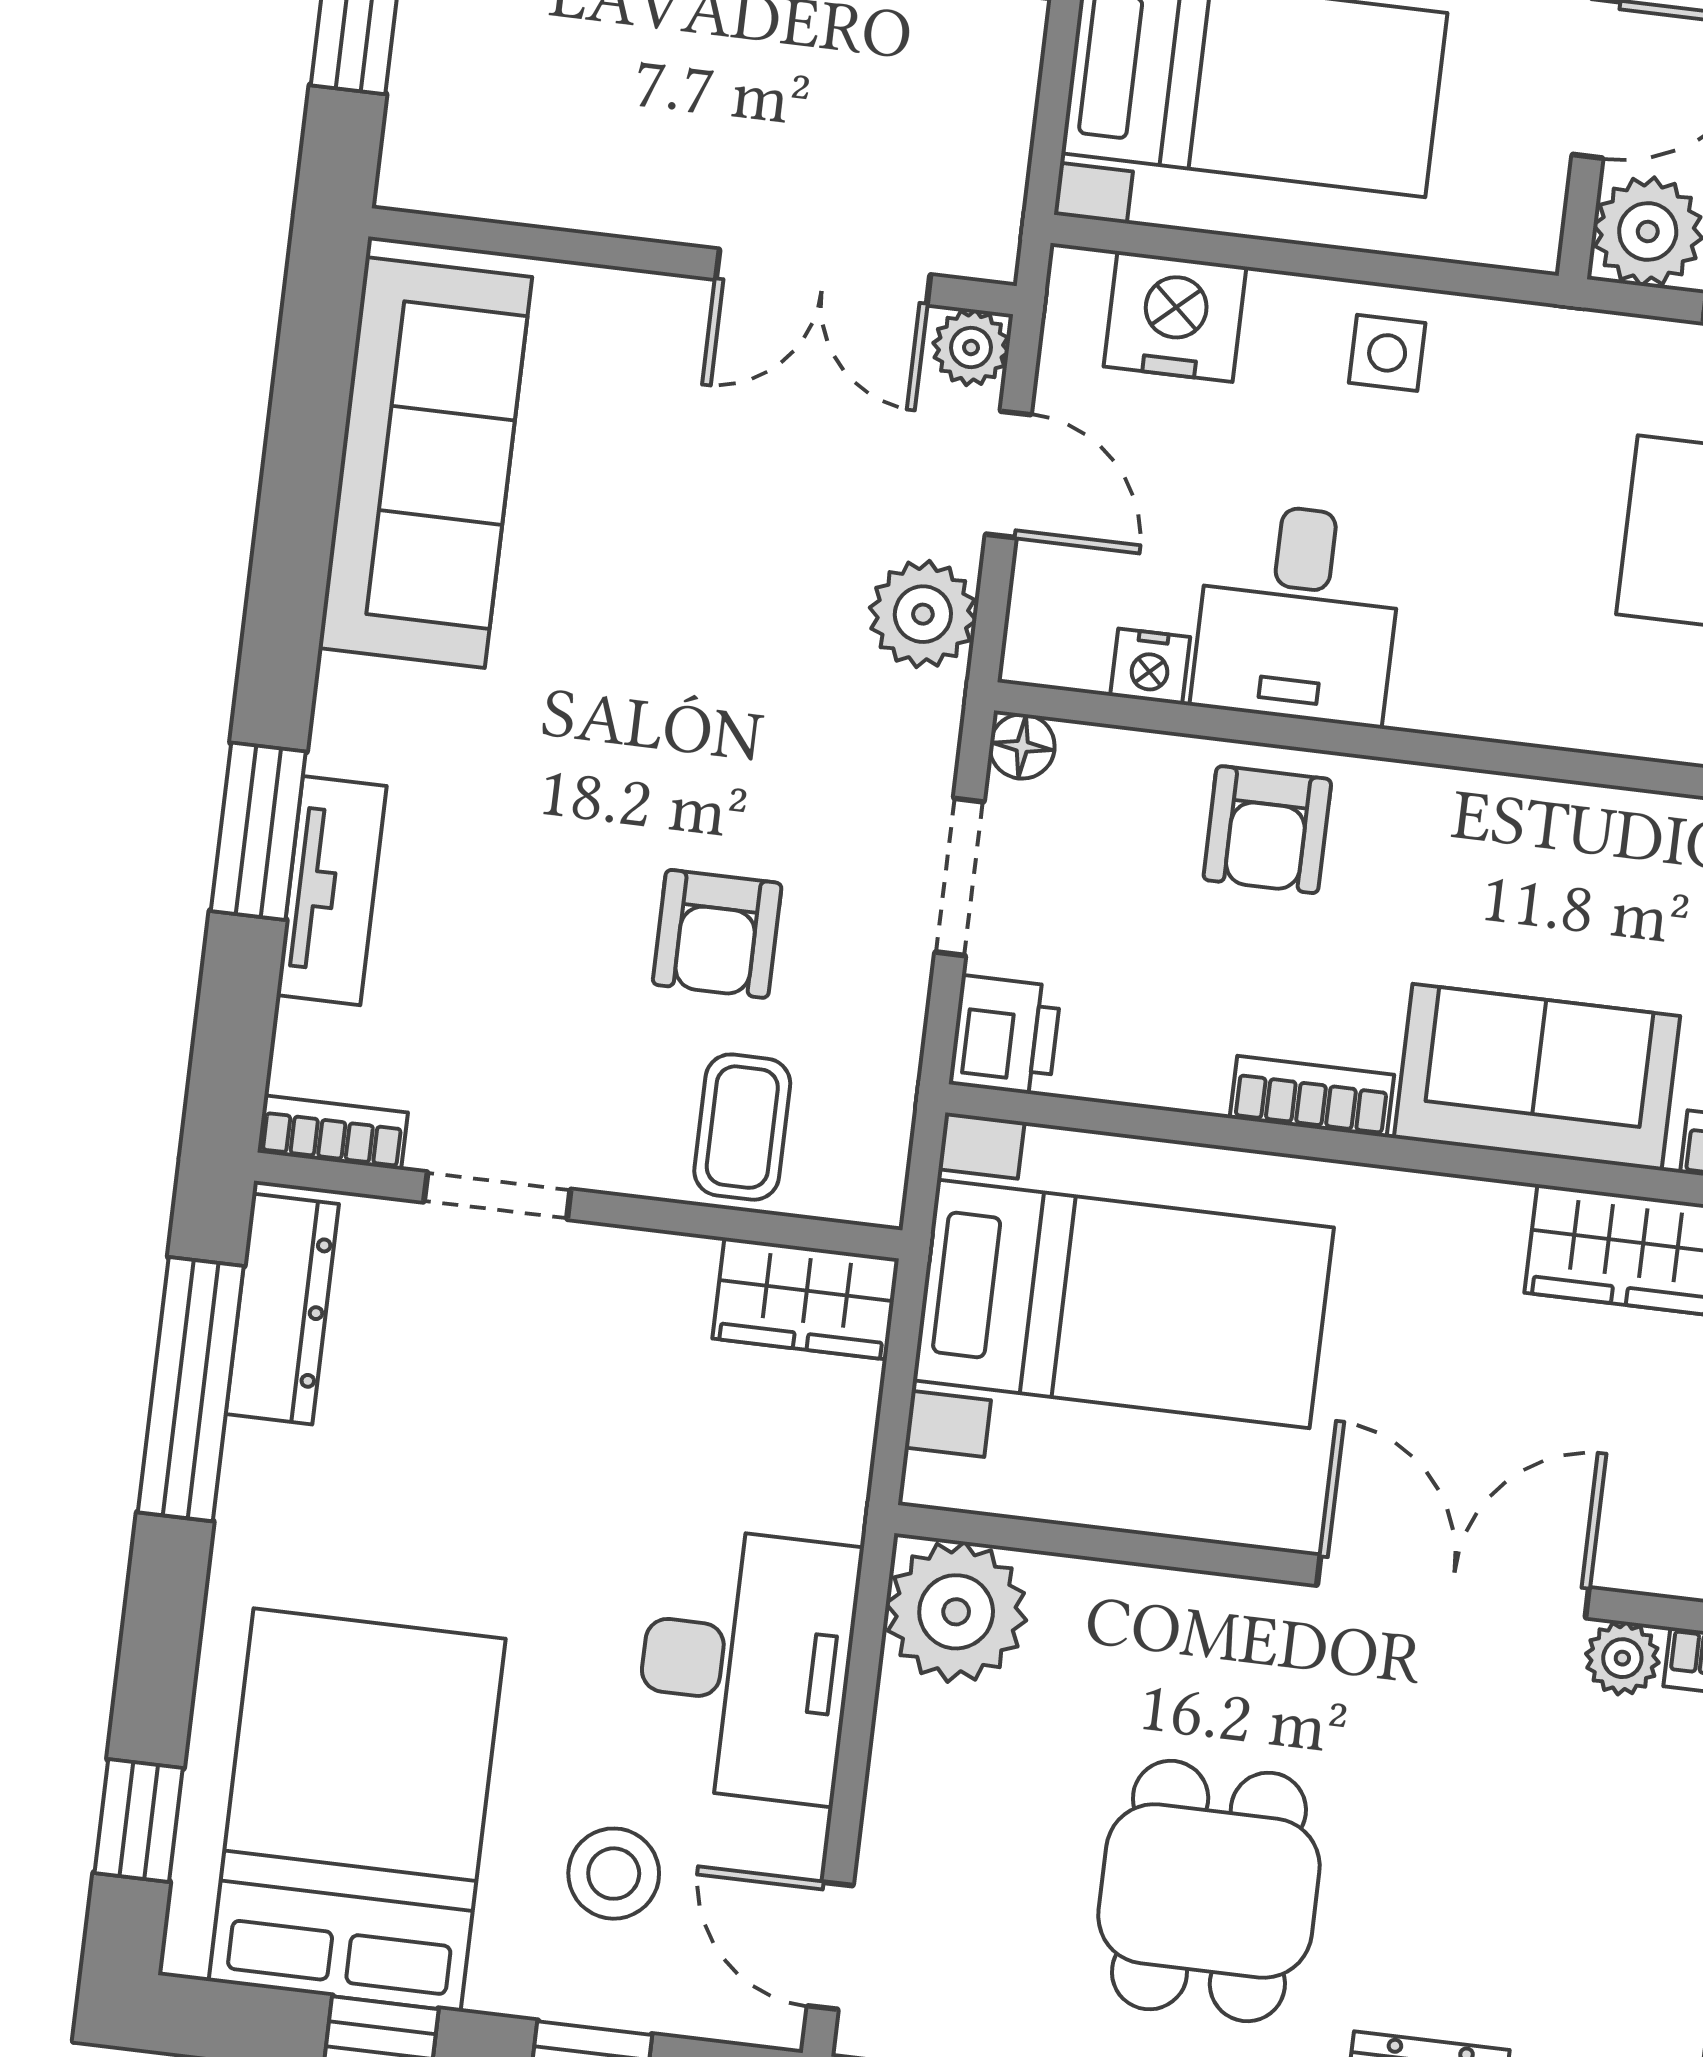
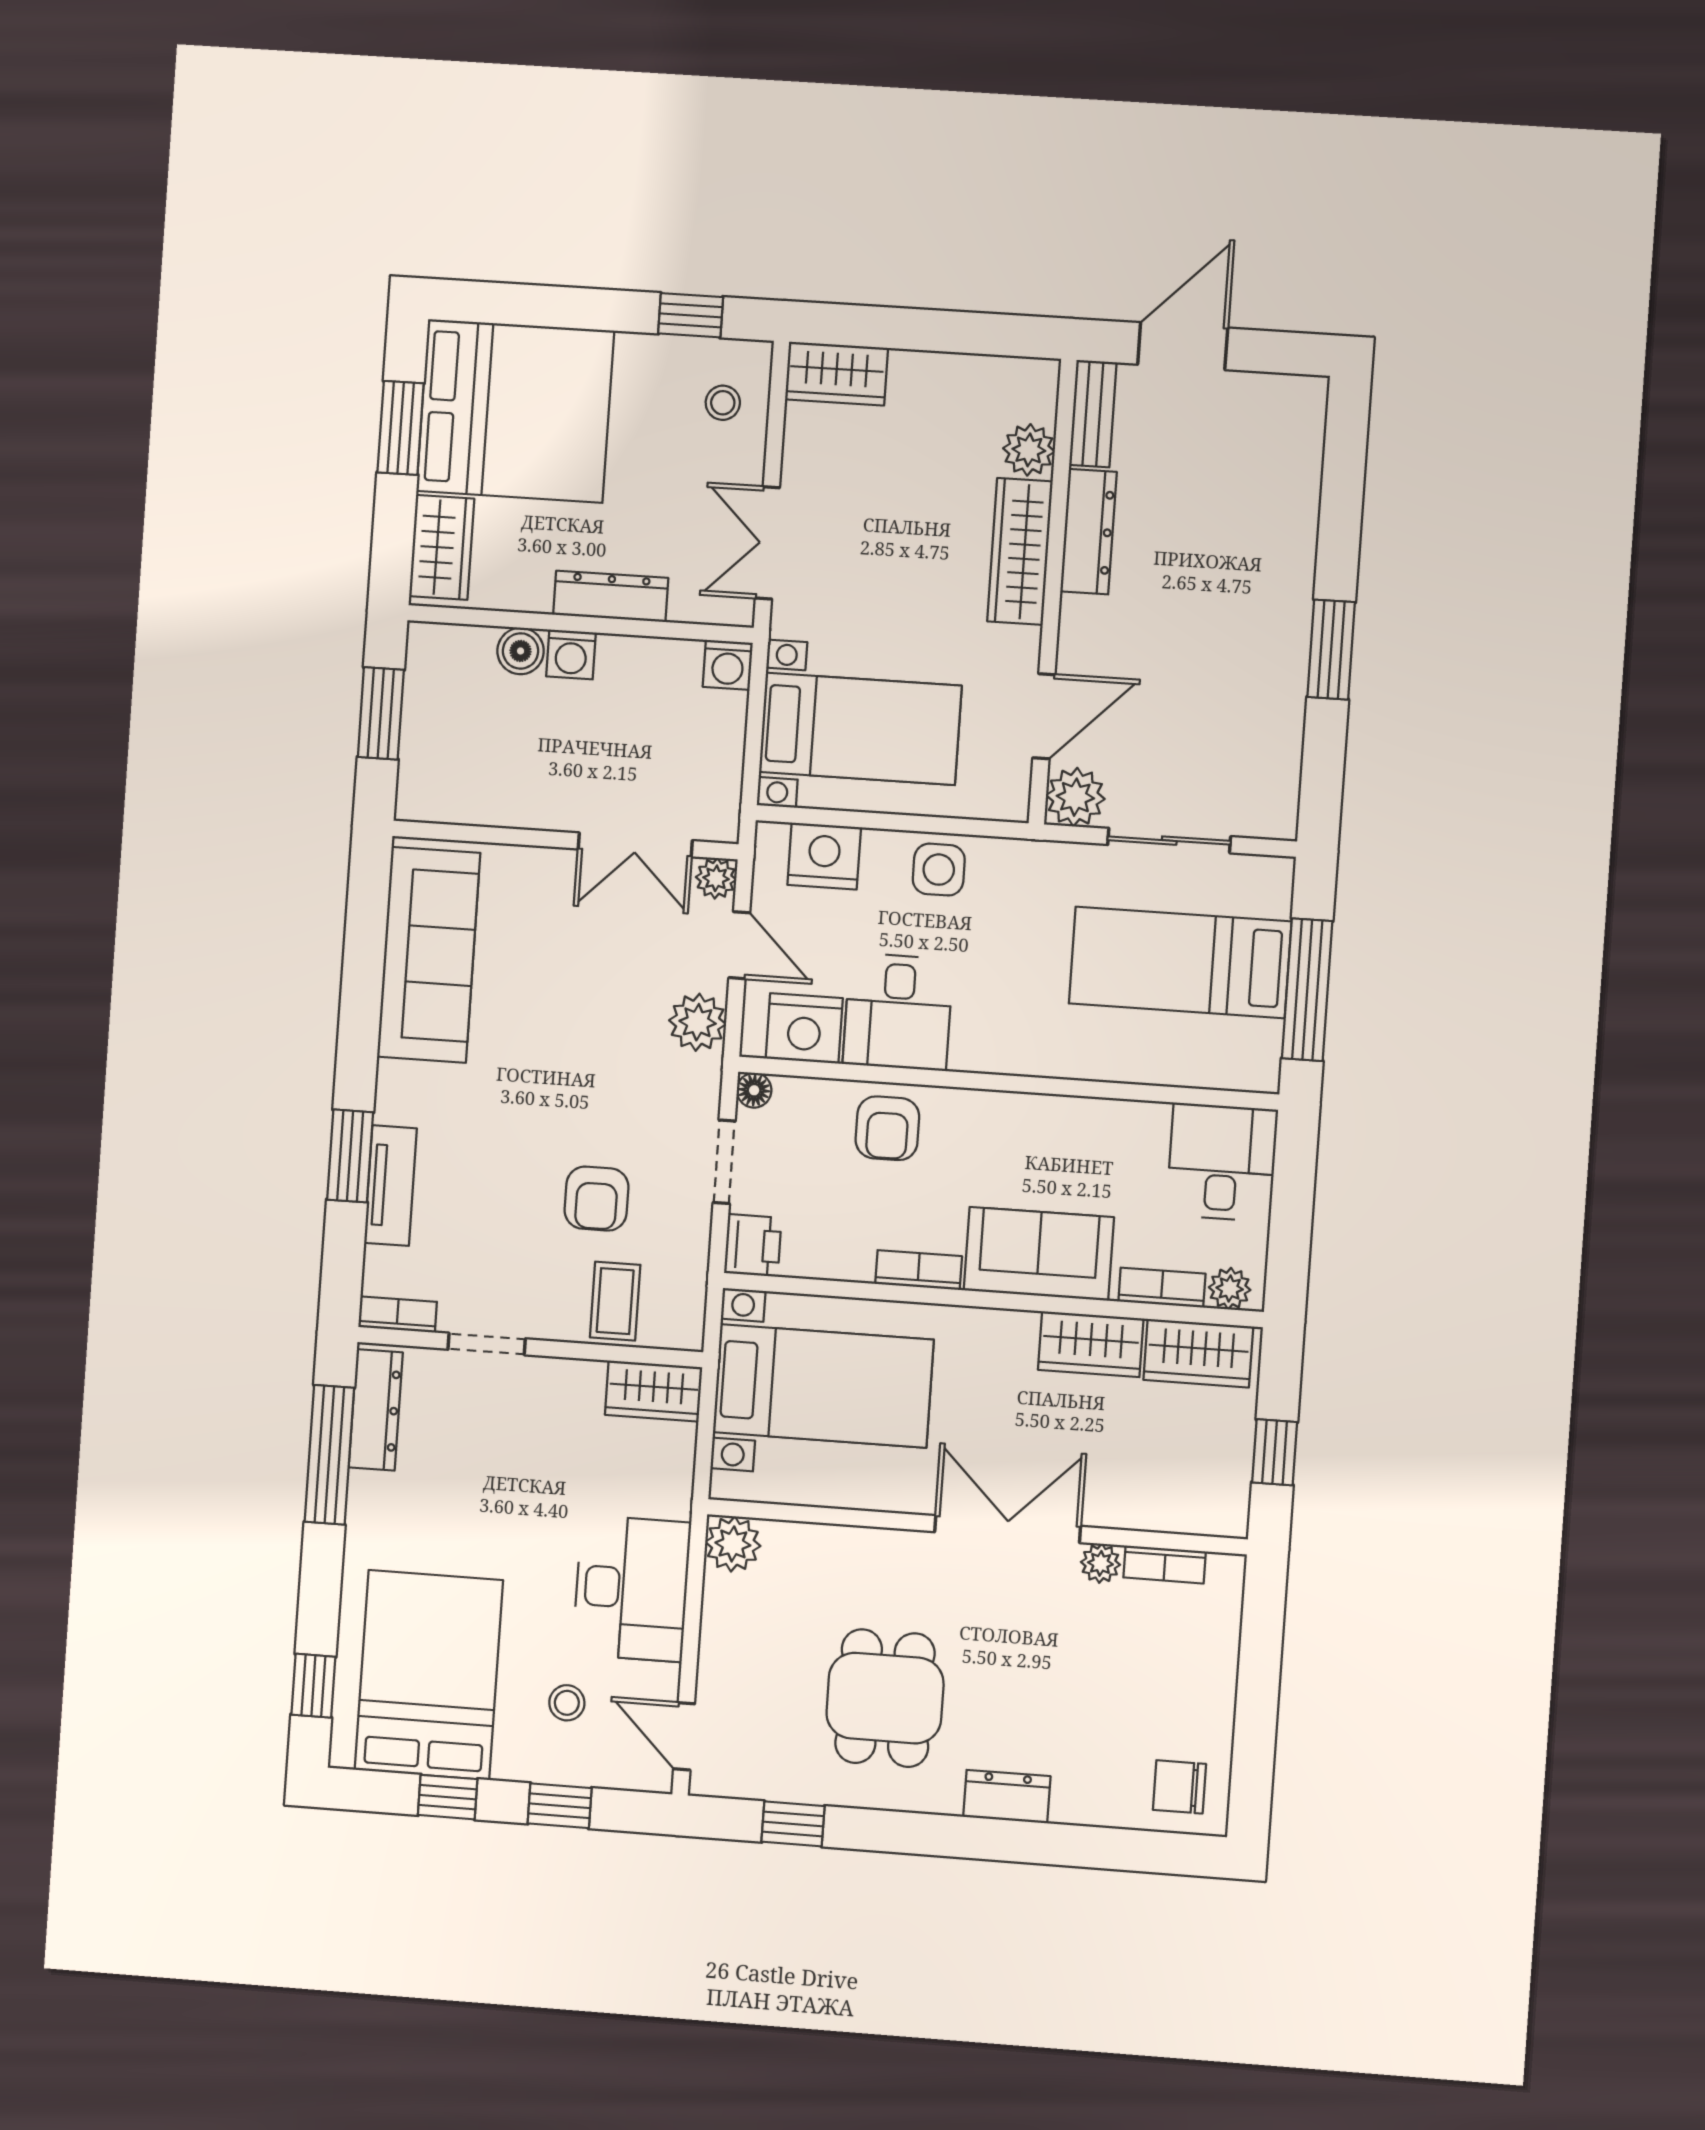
side table: (1387, 353) -> (939, 870), width x1.37, depth x1.37
nightstand: (1150, 666) -> (804, 1028), width x1.89, depth x1.79
plant: (956, 1612) -> (733, 1544), width x0.73, depth x0.73
stool: (614, 1874) -> (567, 1703), width x0.73, depth x0.73

